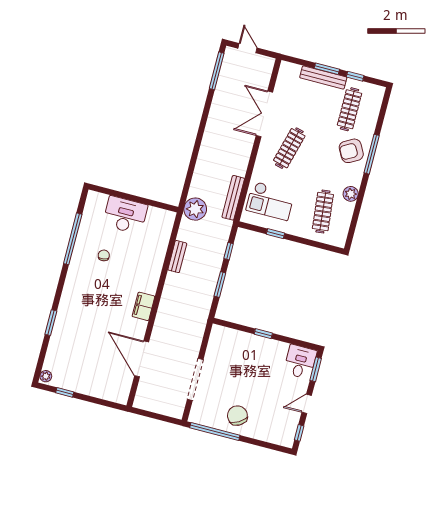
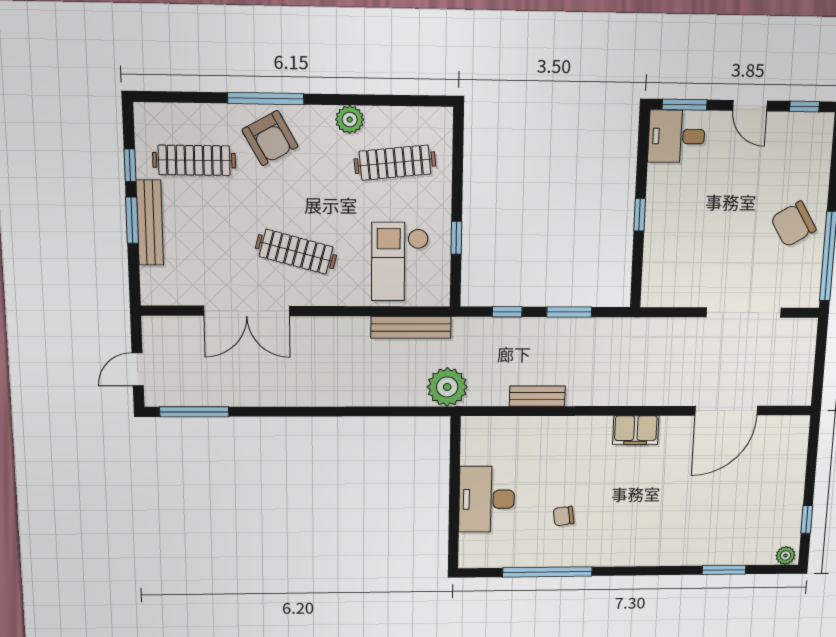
checkout: (270, 201) -> (400, 262), turned 180
window: (51, 323) -> (724, 570), moved

